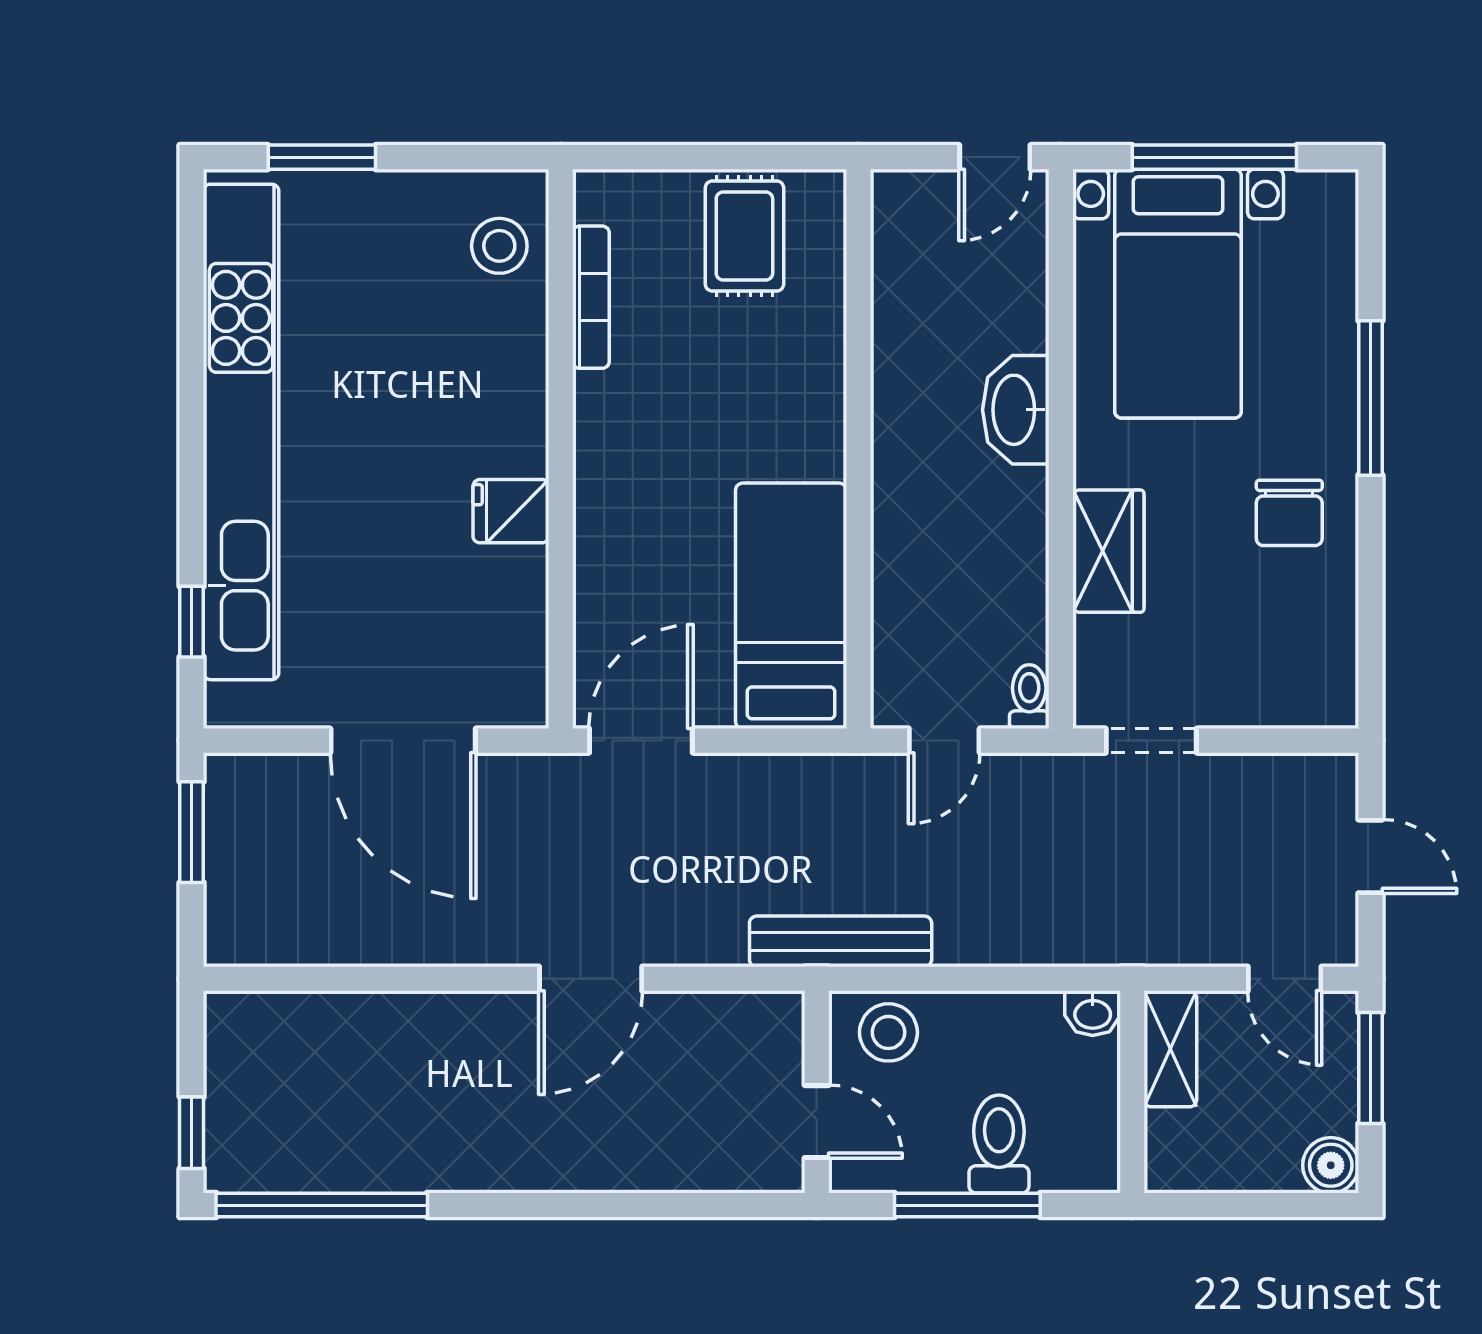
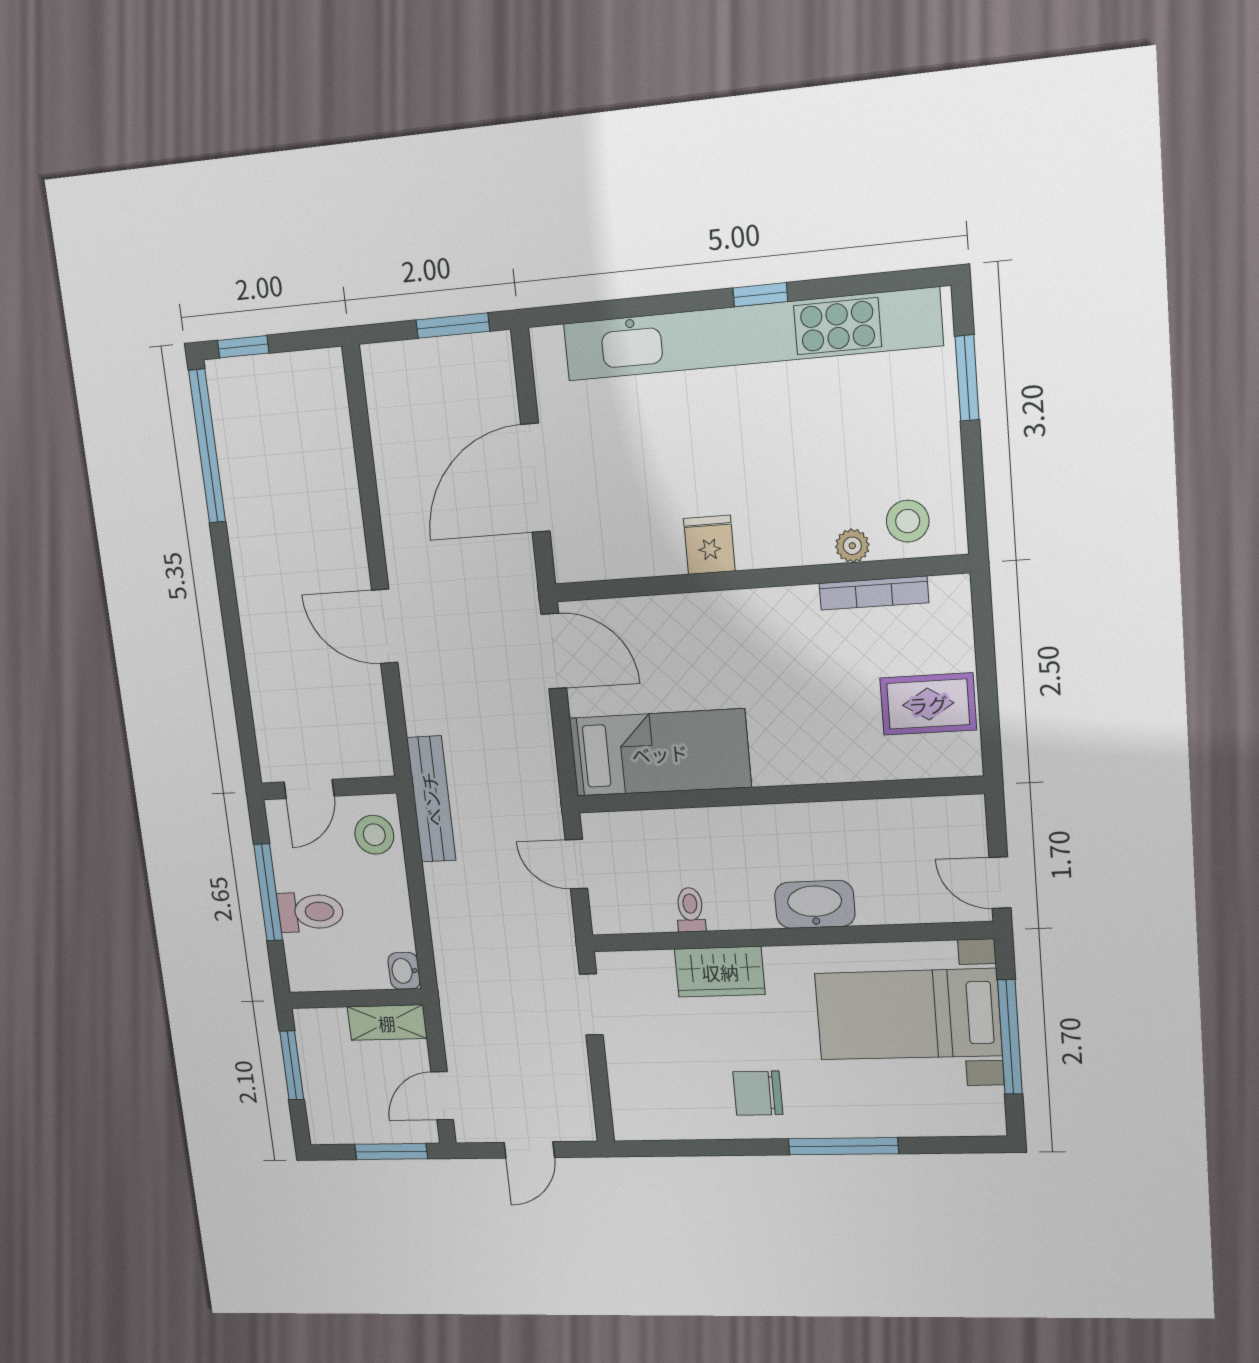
plant: (526, 321) -> (852, 546), added
window: (192, 622) -> (760, 295), moved
toilet: (1029, 697) -> (690, 910), moved, turned -90
boiler: (1331, 1165) -> (326, 1127), removed
window: (1233, 1205) -> (292, 1065), added

